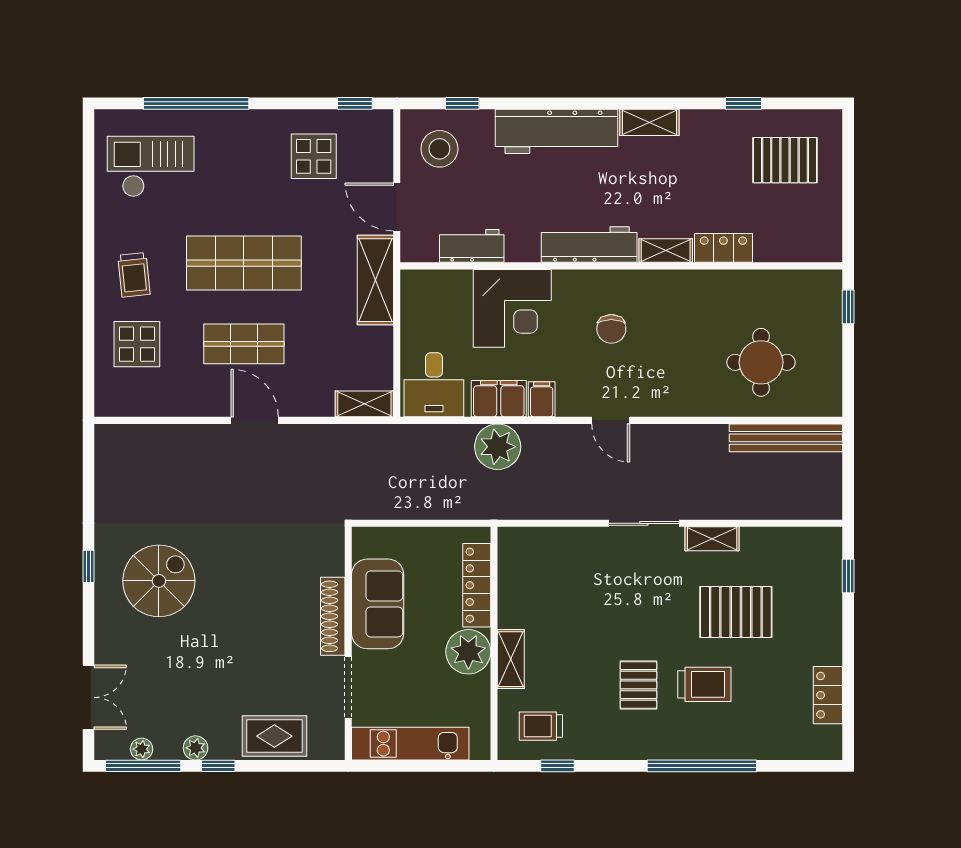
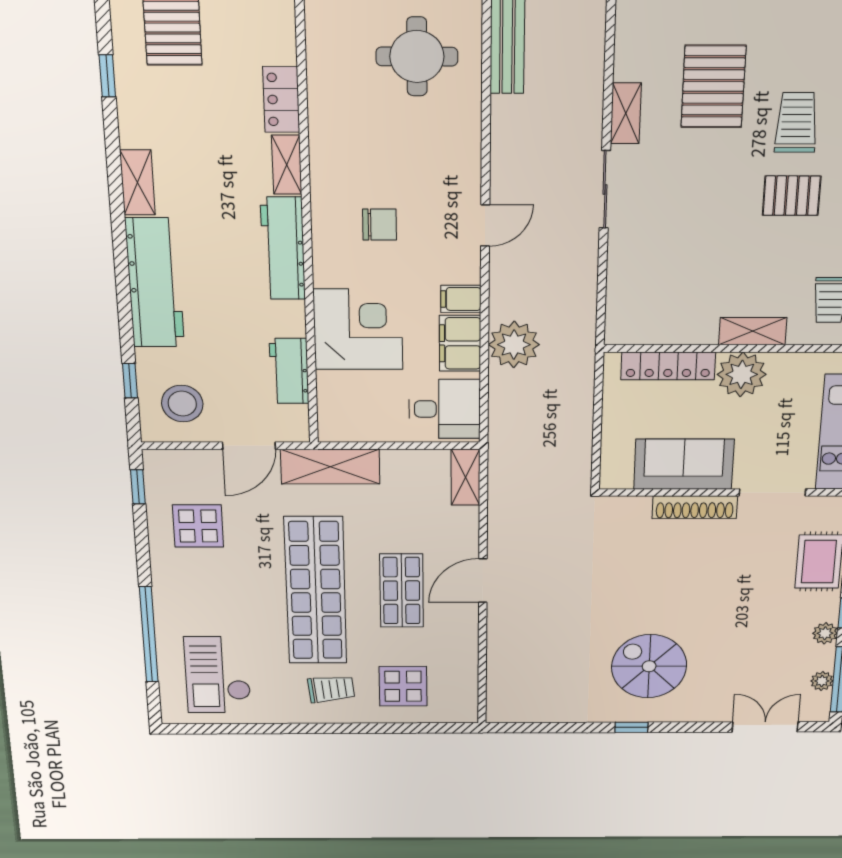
shop shelf: (244, 263) -> (316, 591), width x1.40

